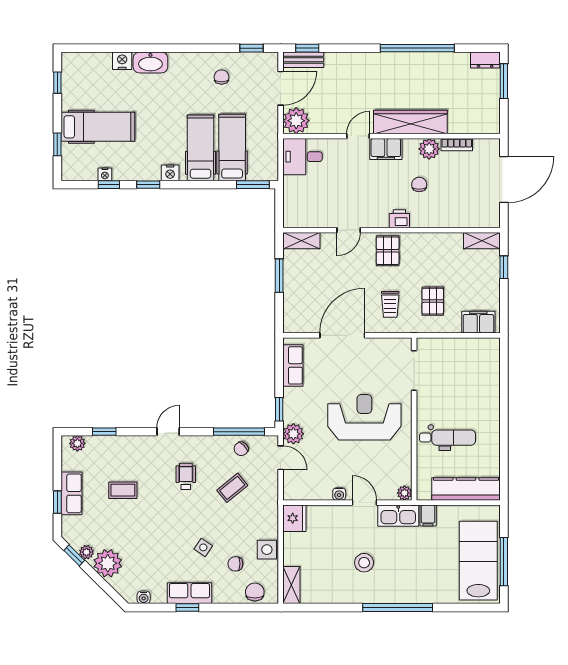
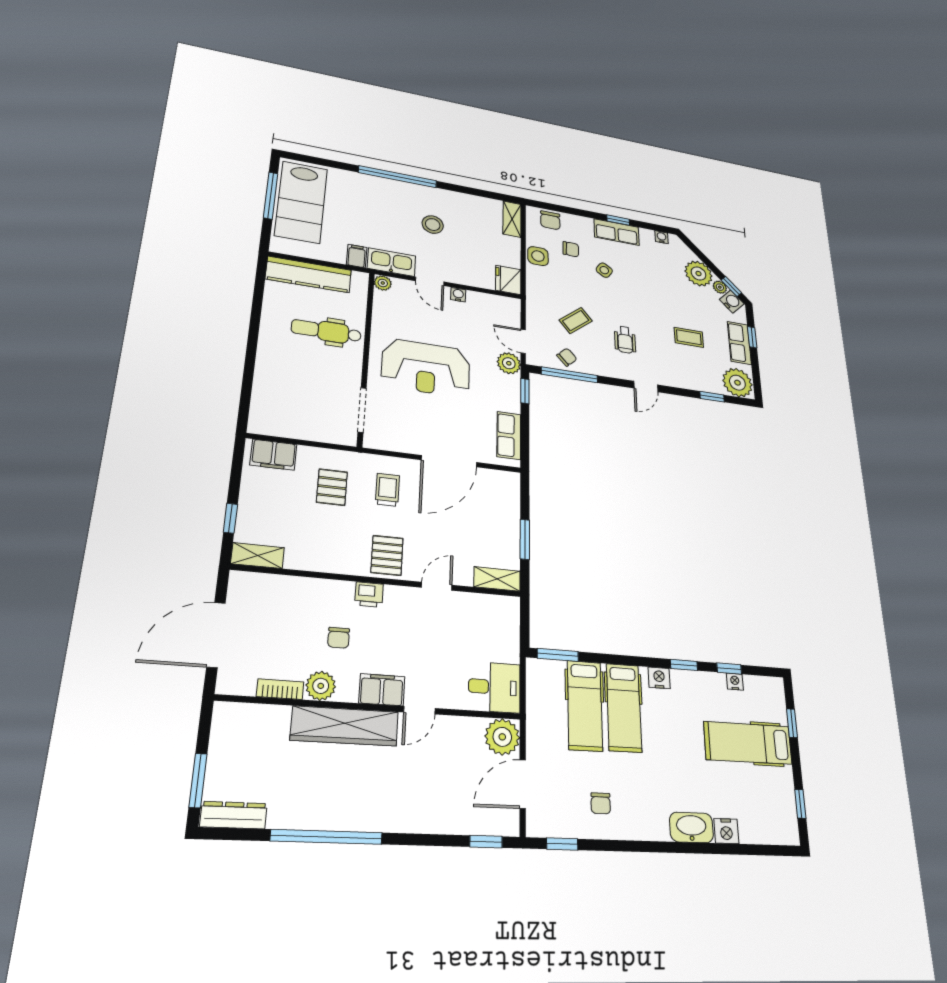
bench: (303, 60) -> (492, 824), removed
dresser: (485, 60) -> (234, 815), width x1.44
plant: (77, 443) -> (737, 383), width x1.88, depth x1.88
water cooler: (75, 538) -> (732, 302), added

